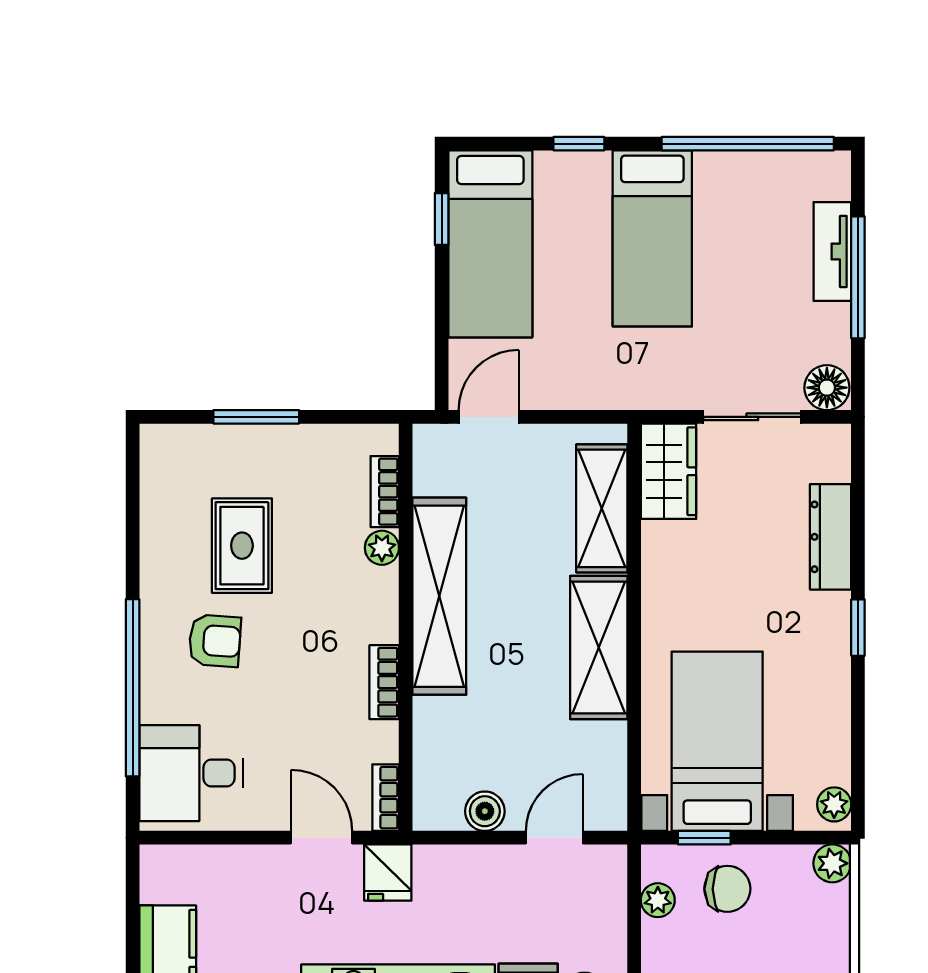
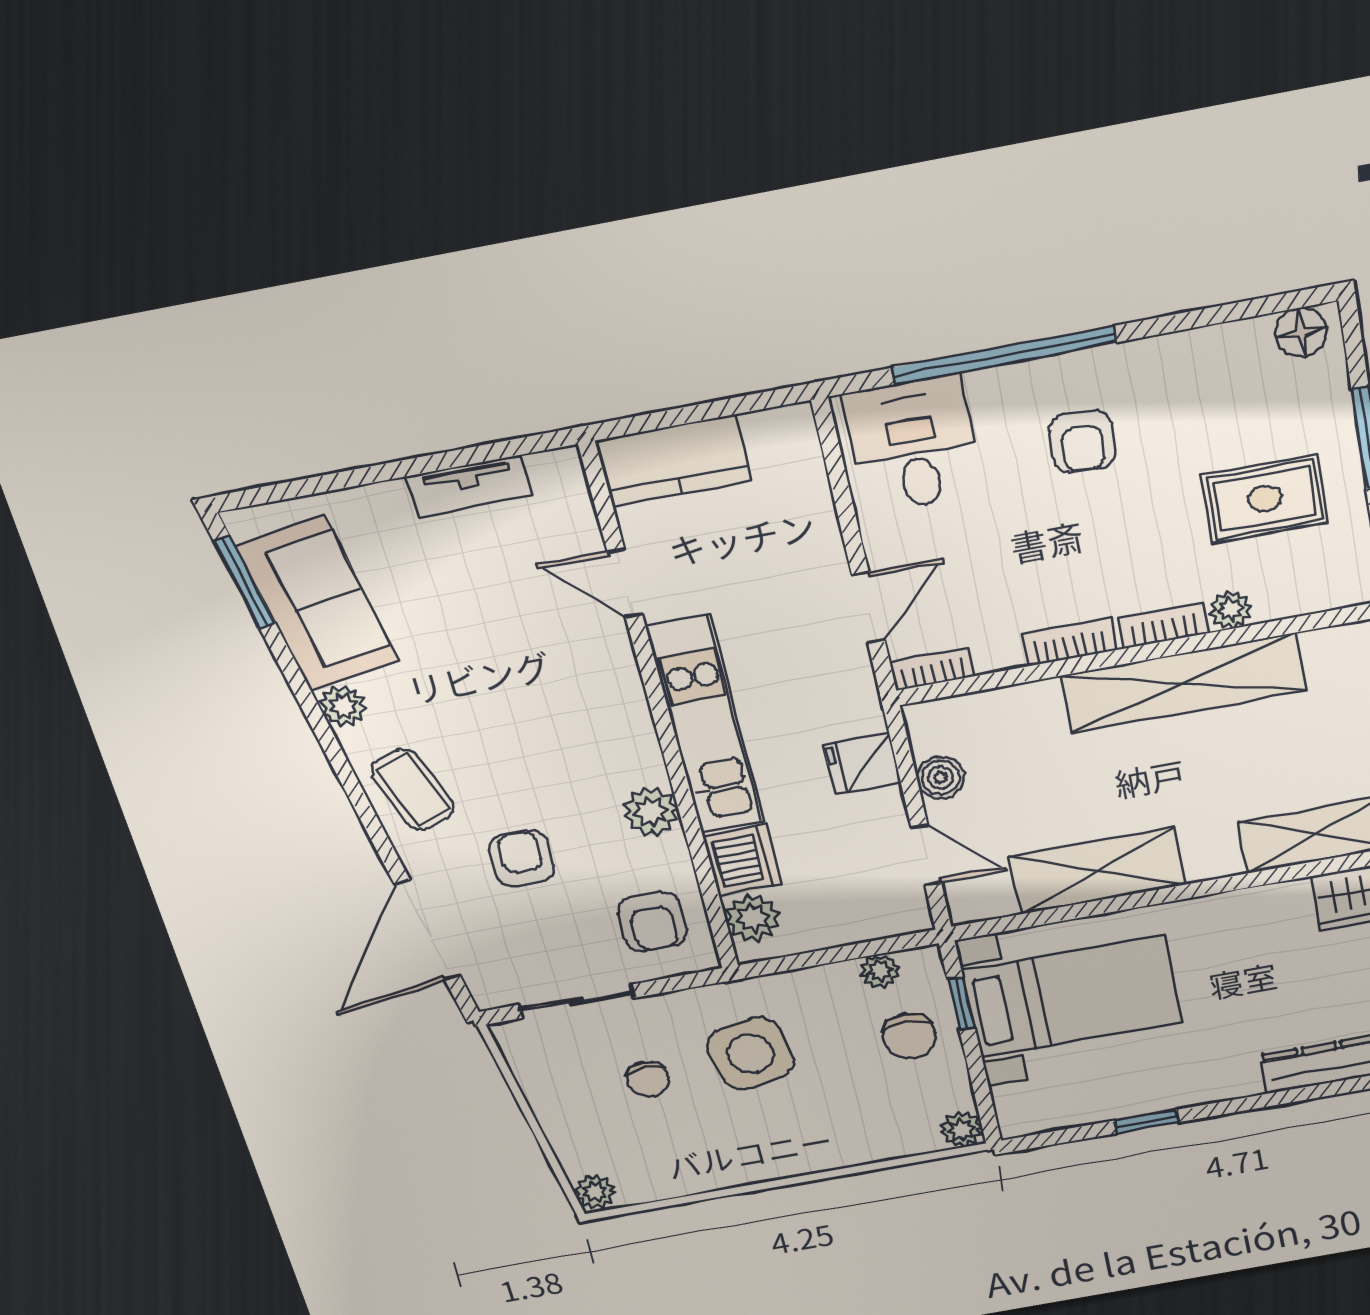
floor lamp: (159, 456) -> (1301, 332), added
bookcase: (385, 492) -> (1164, 625), moved
rug: (242, 546) -> (1265, 499), moved
window: (858, 628) -> (1146, 1121), moved
shelving: (599, 647) -> (1098, 871), moved
plant: (834, 804) -> (1026, 1120), removed
fridge: (388, 873) -> (862, 764), moved

